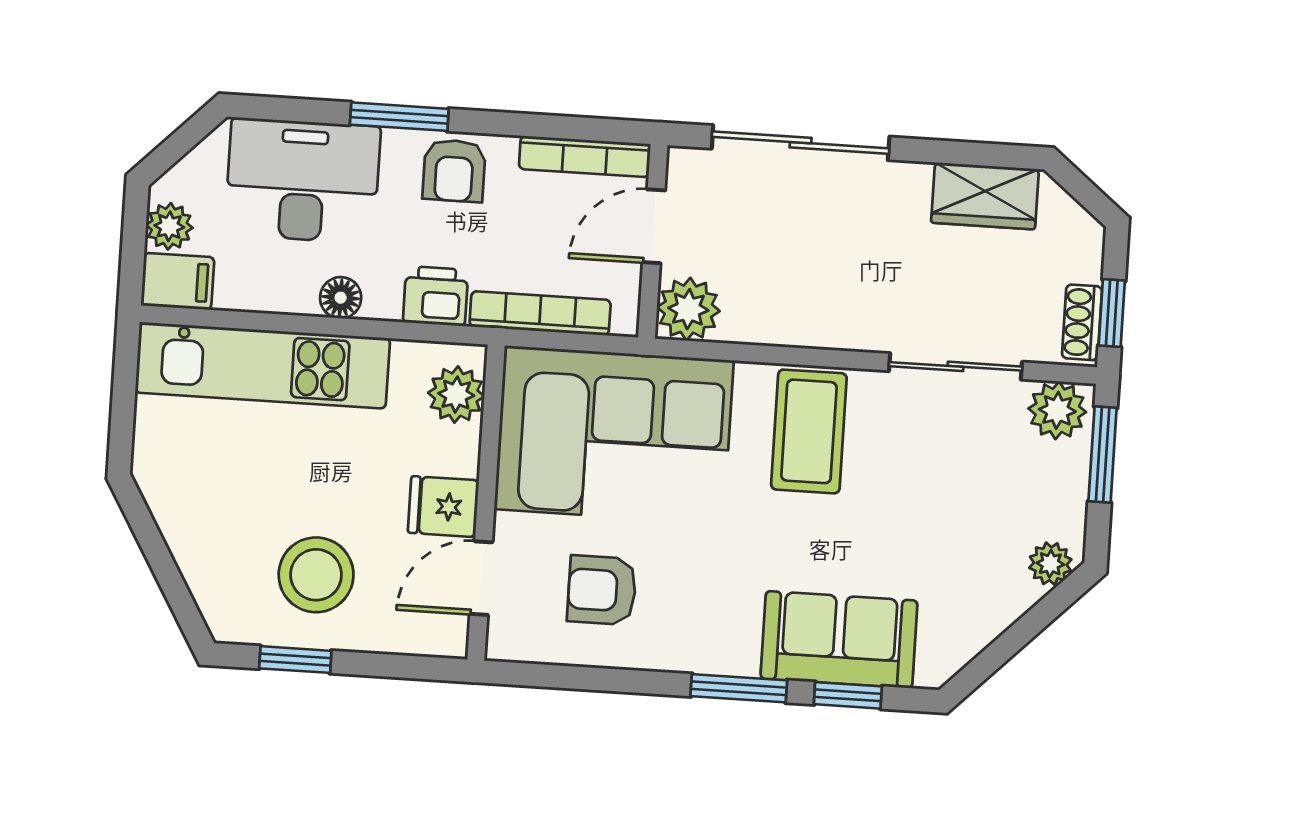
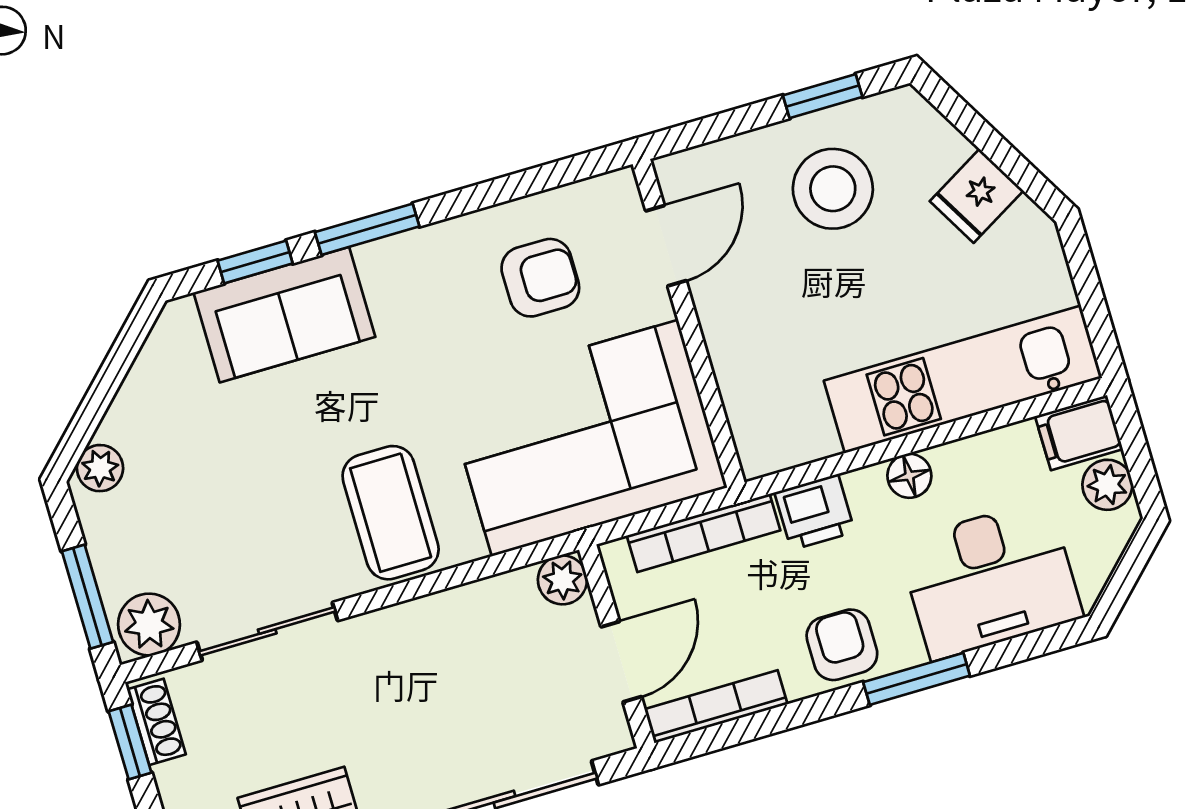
plant: (688, 309) -> (562, 580), width x0.73, depth x0.73
plant: (456, 395) -> (758, 421), removed
fridge: (443, 507) -> (977, 196), moved, turned 150

